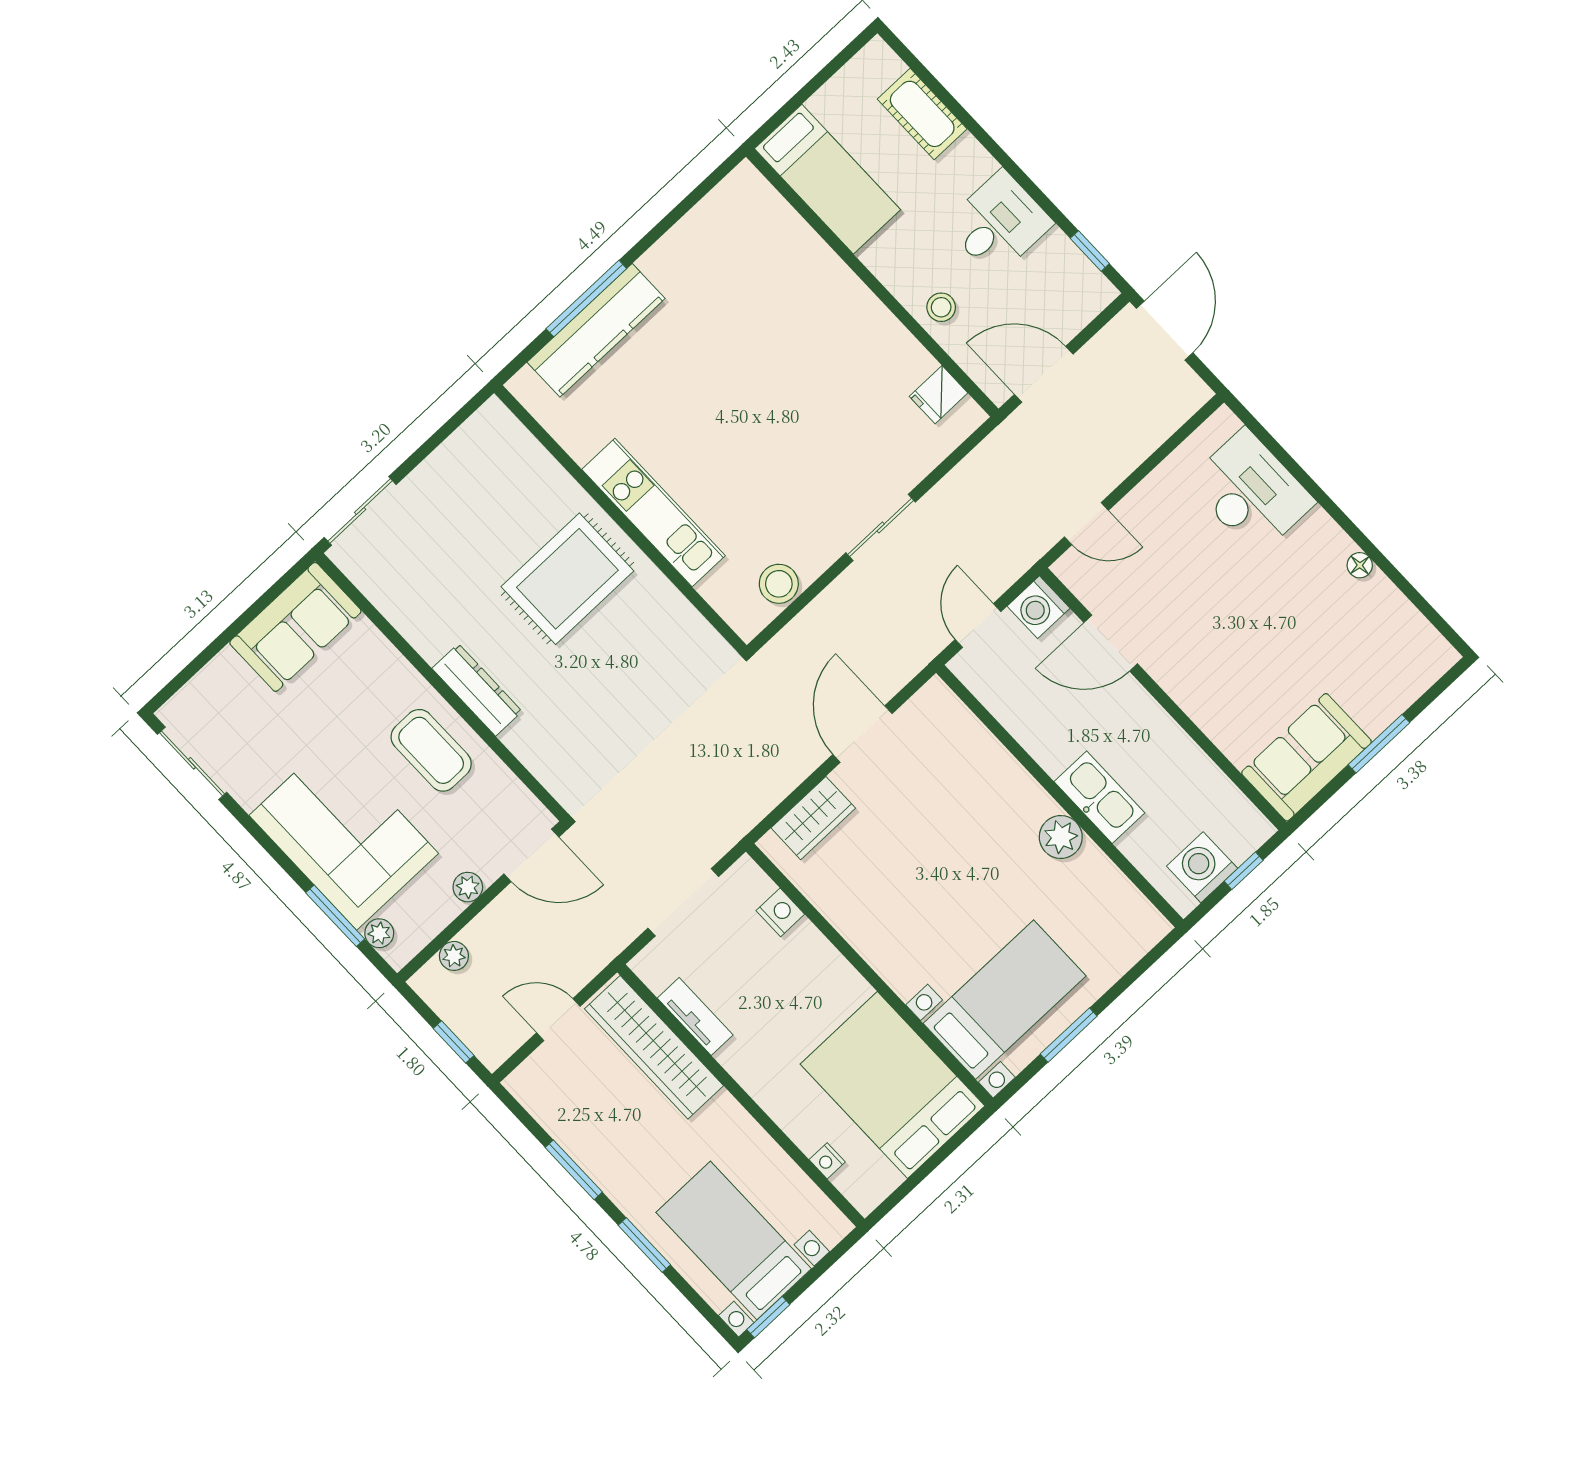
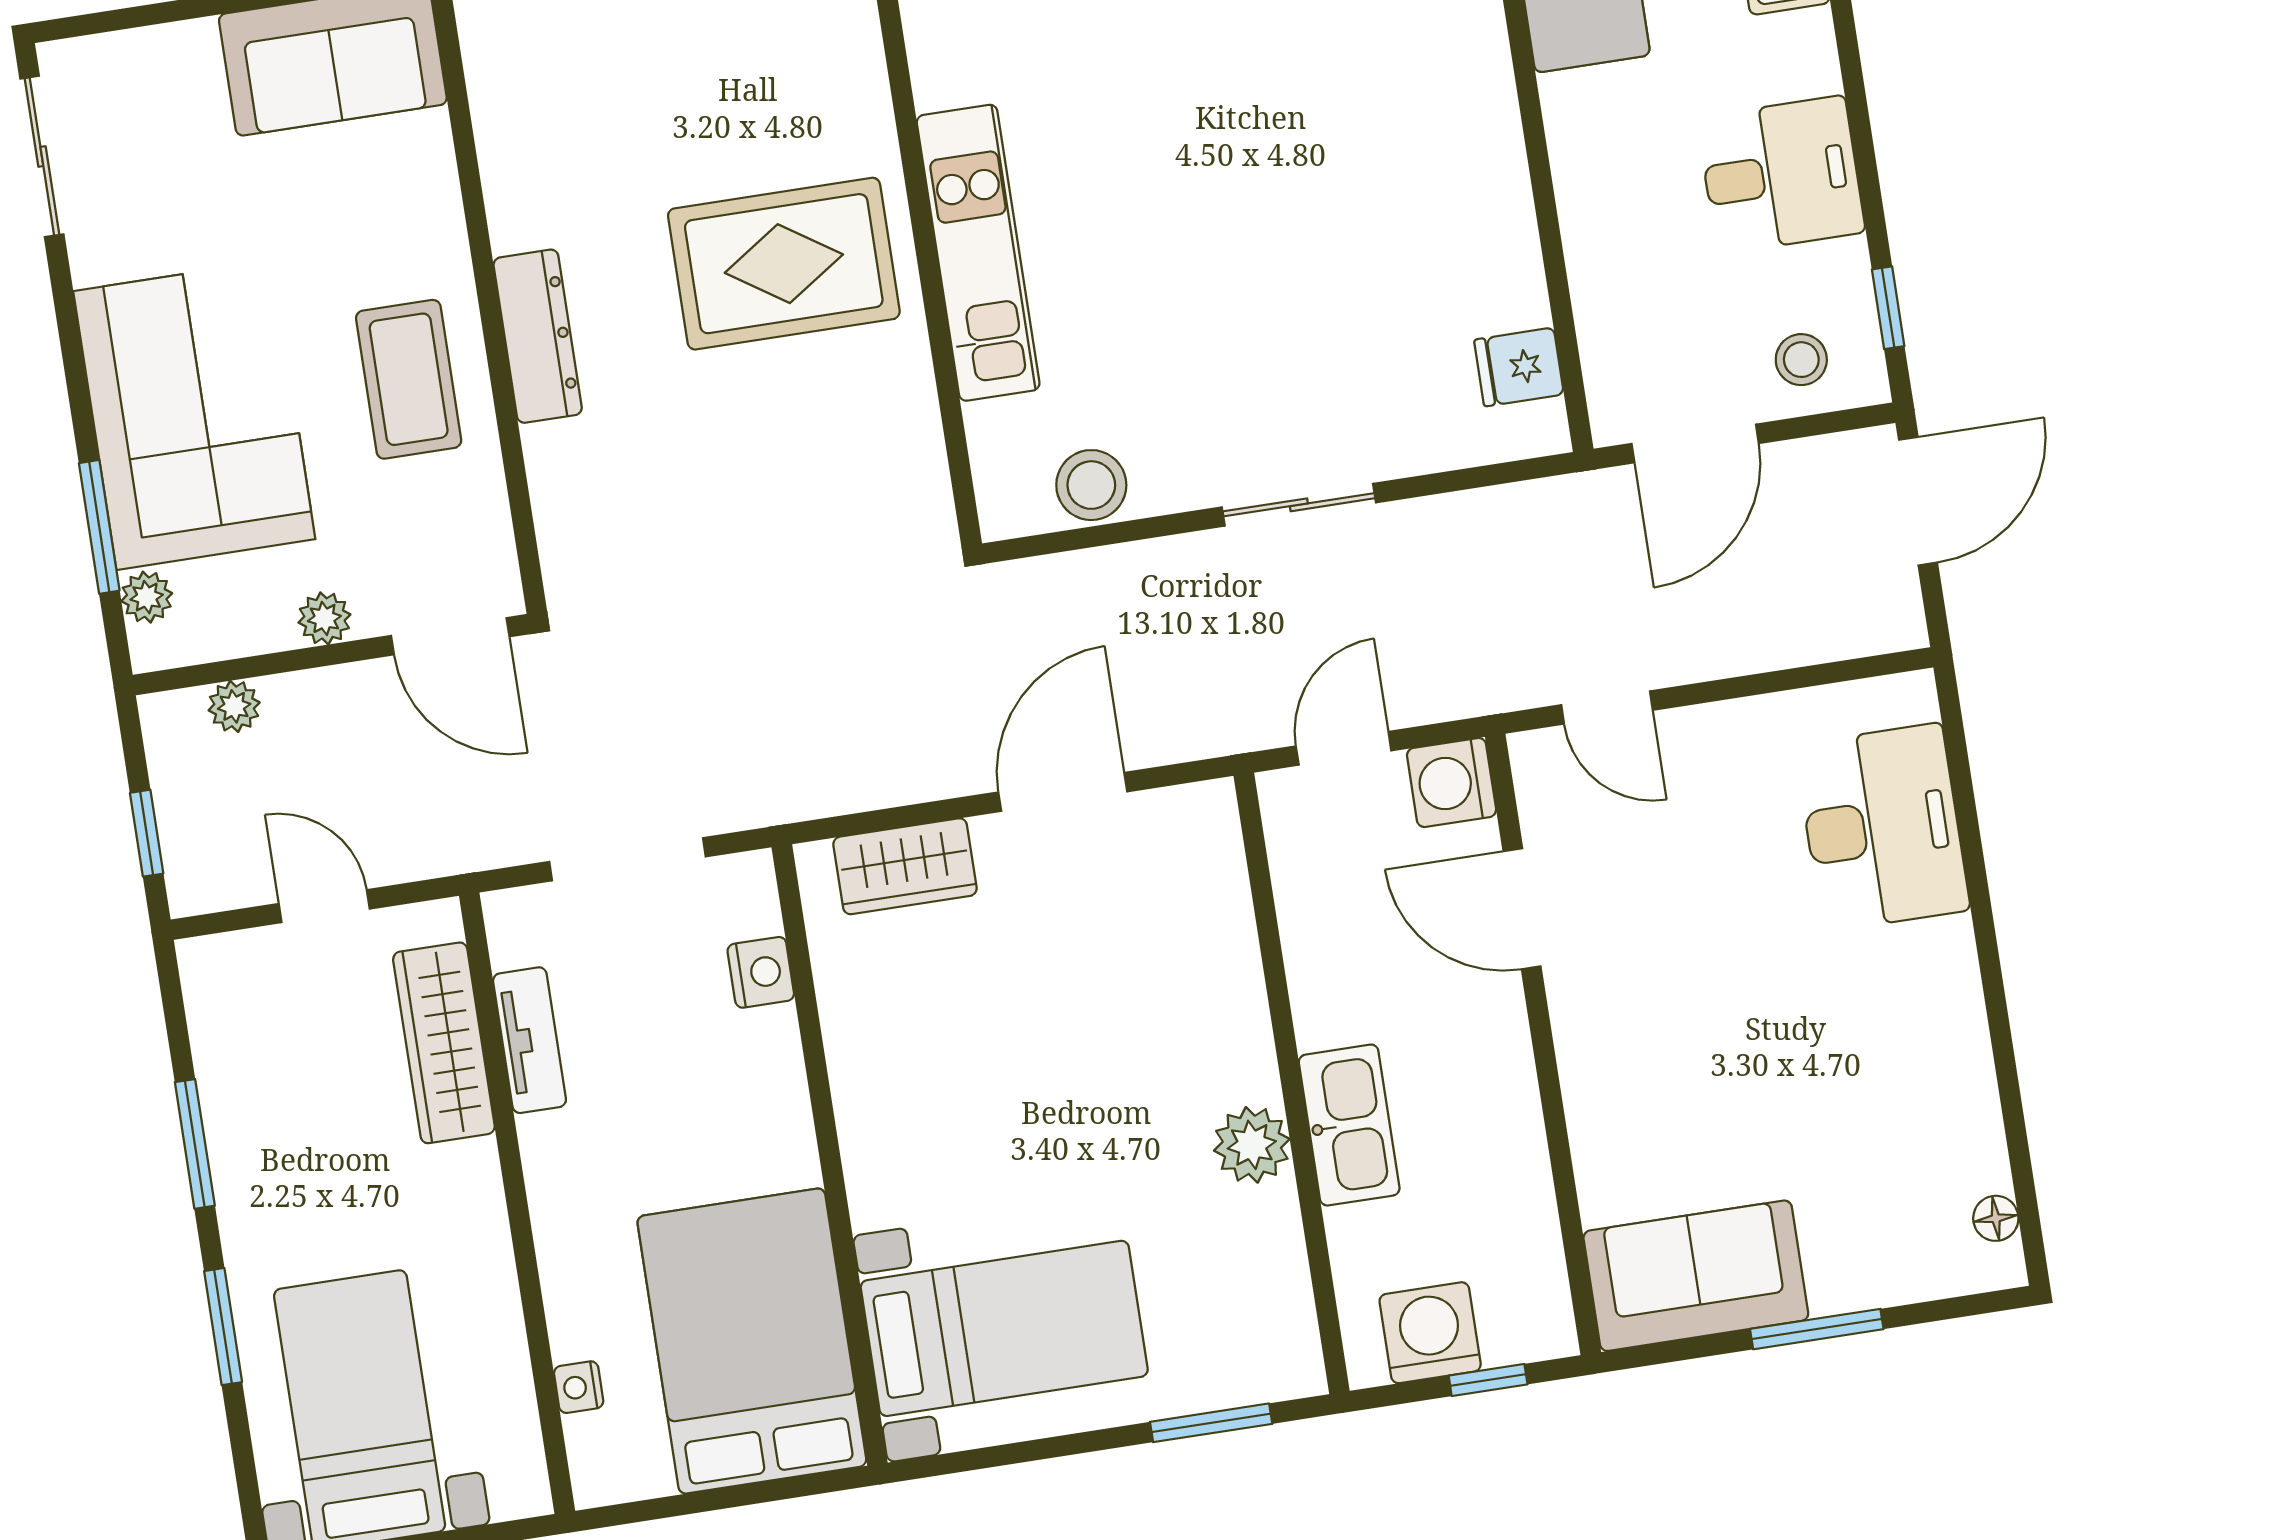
stool: (941, 307) -> (1801, 360), moved
door: (1044, 374) -> (1695, 443), swing flipped
floor lamp: (1360, 565) -> (1996, 1218), moved
window: (1069, 1035) -> (1211, 1423), moved
wardrobe: (654, 1047) -> (444, 1043), width x0.71, depth x0.85

